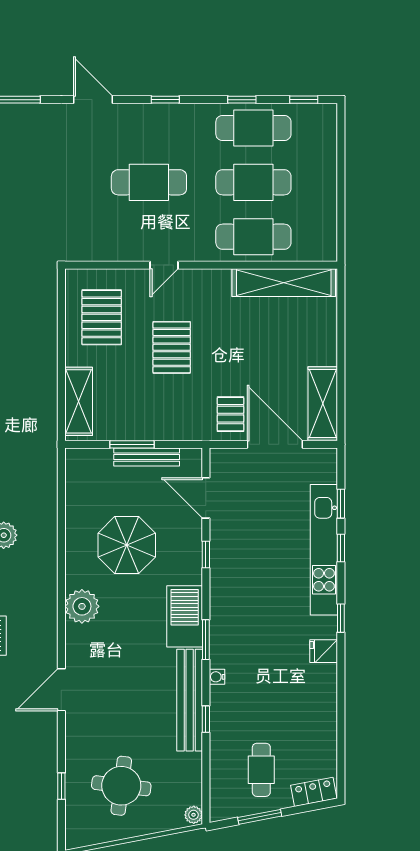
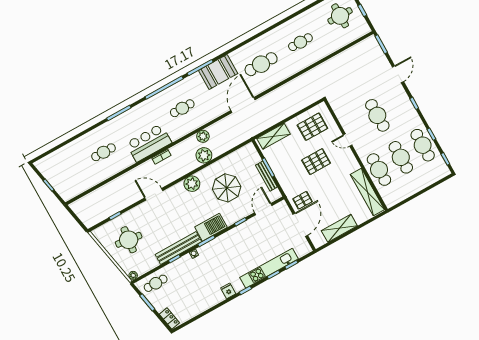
shelving: (323, 404) -> (339, 228), moved
plant: (41, 553) -> (204, 155), added
cafe table: (261, 770) -> (156, 283), moved

